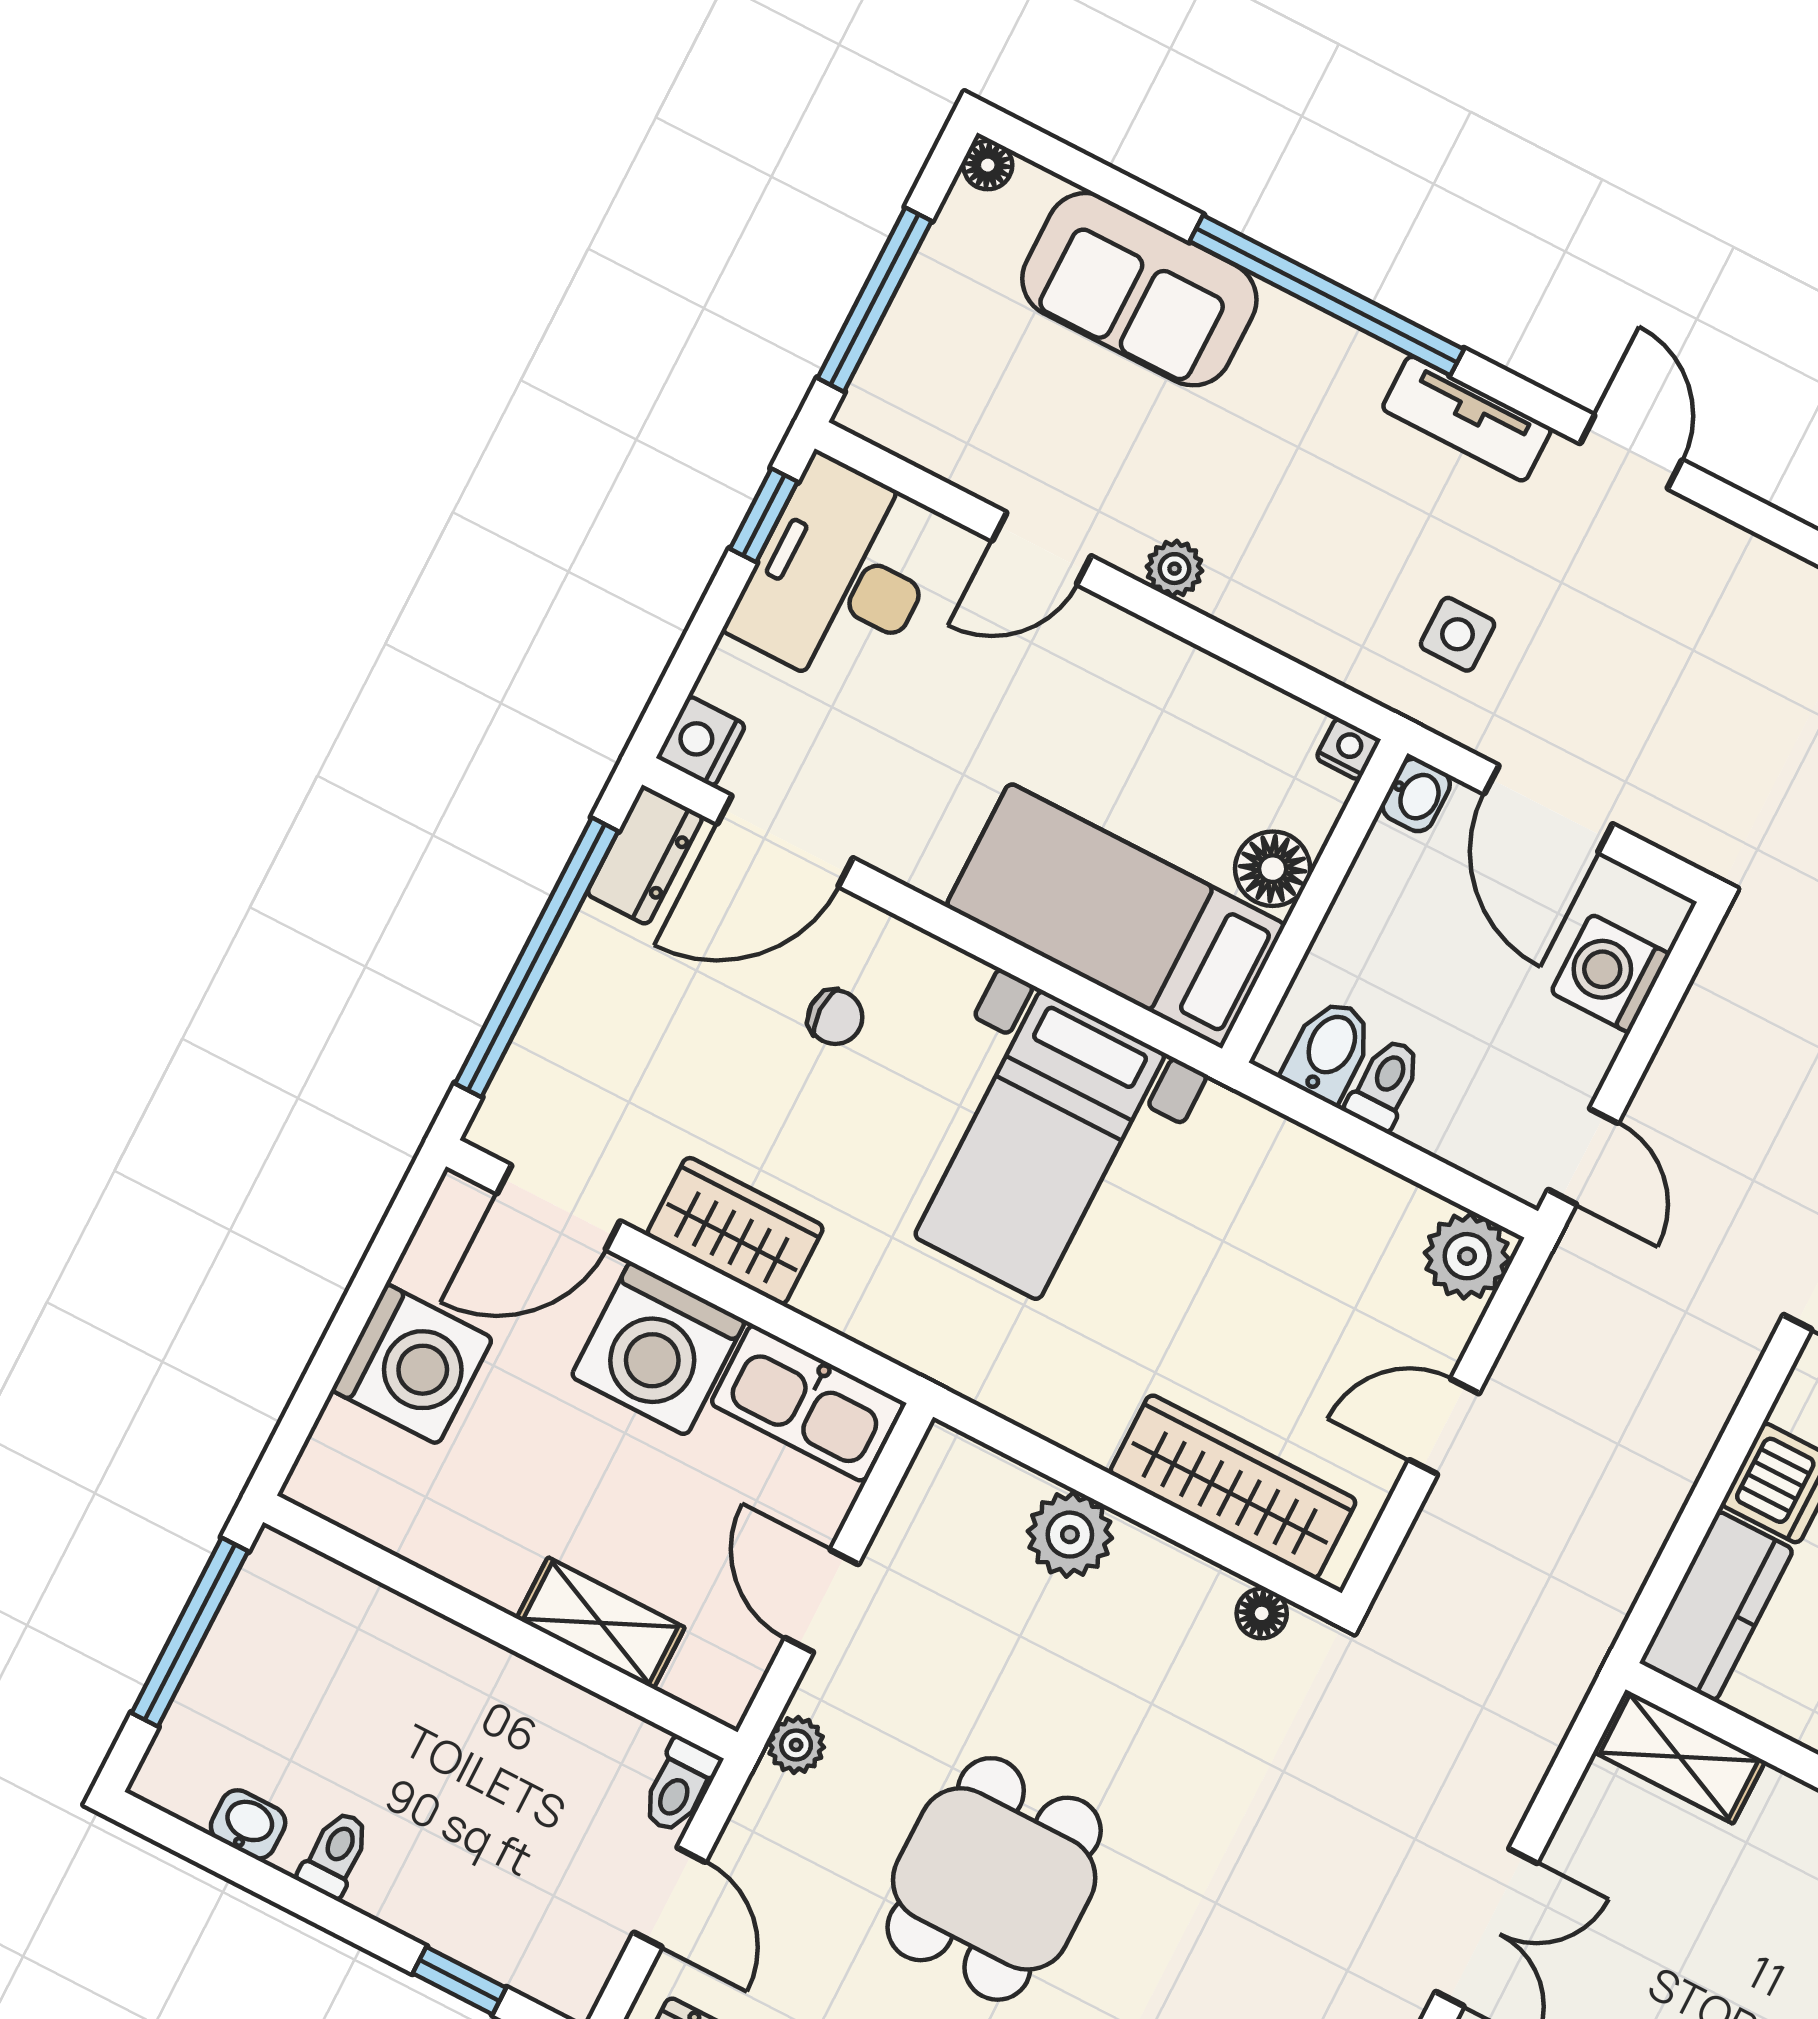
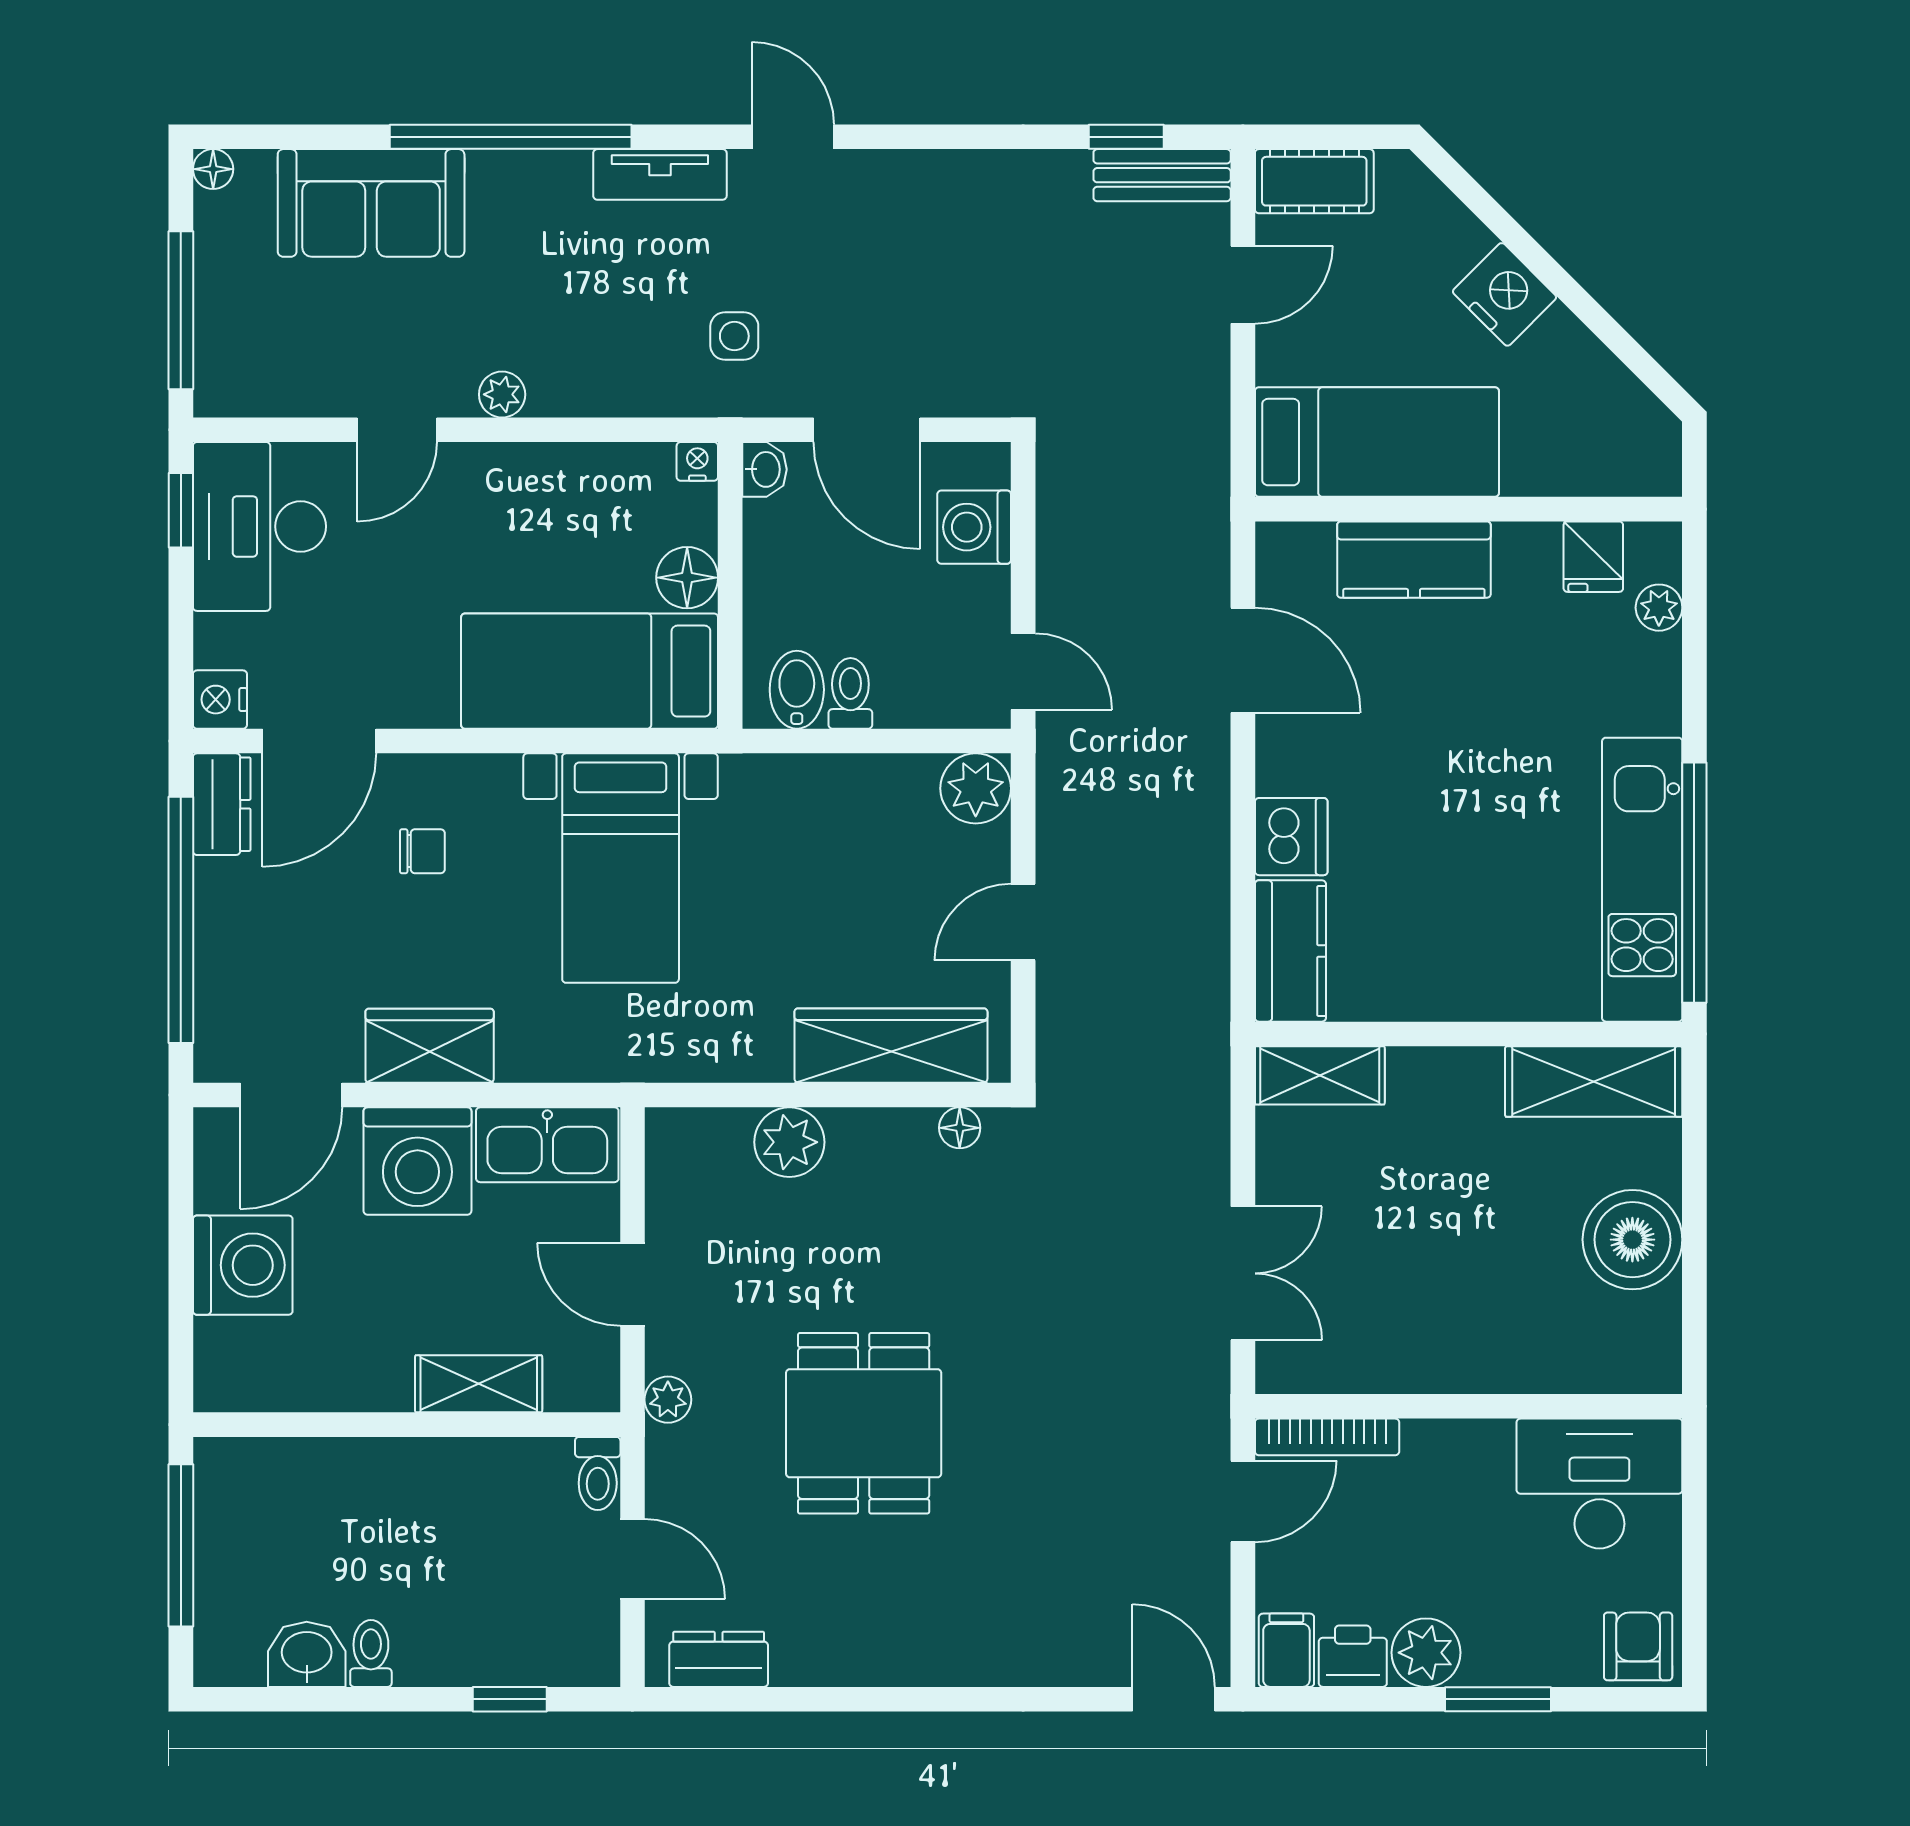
washbasin: (248, 1824) -> (307, 1654), width x1.38, depth x1.45

